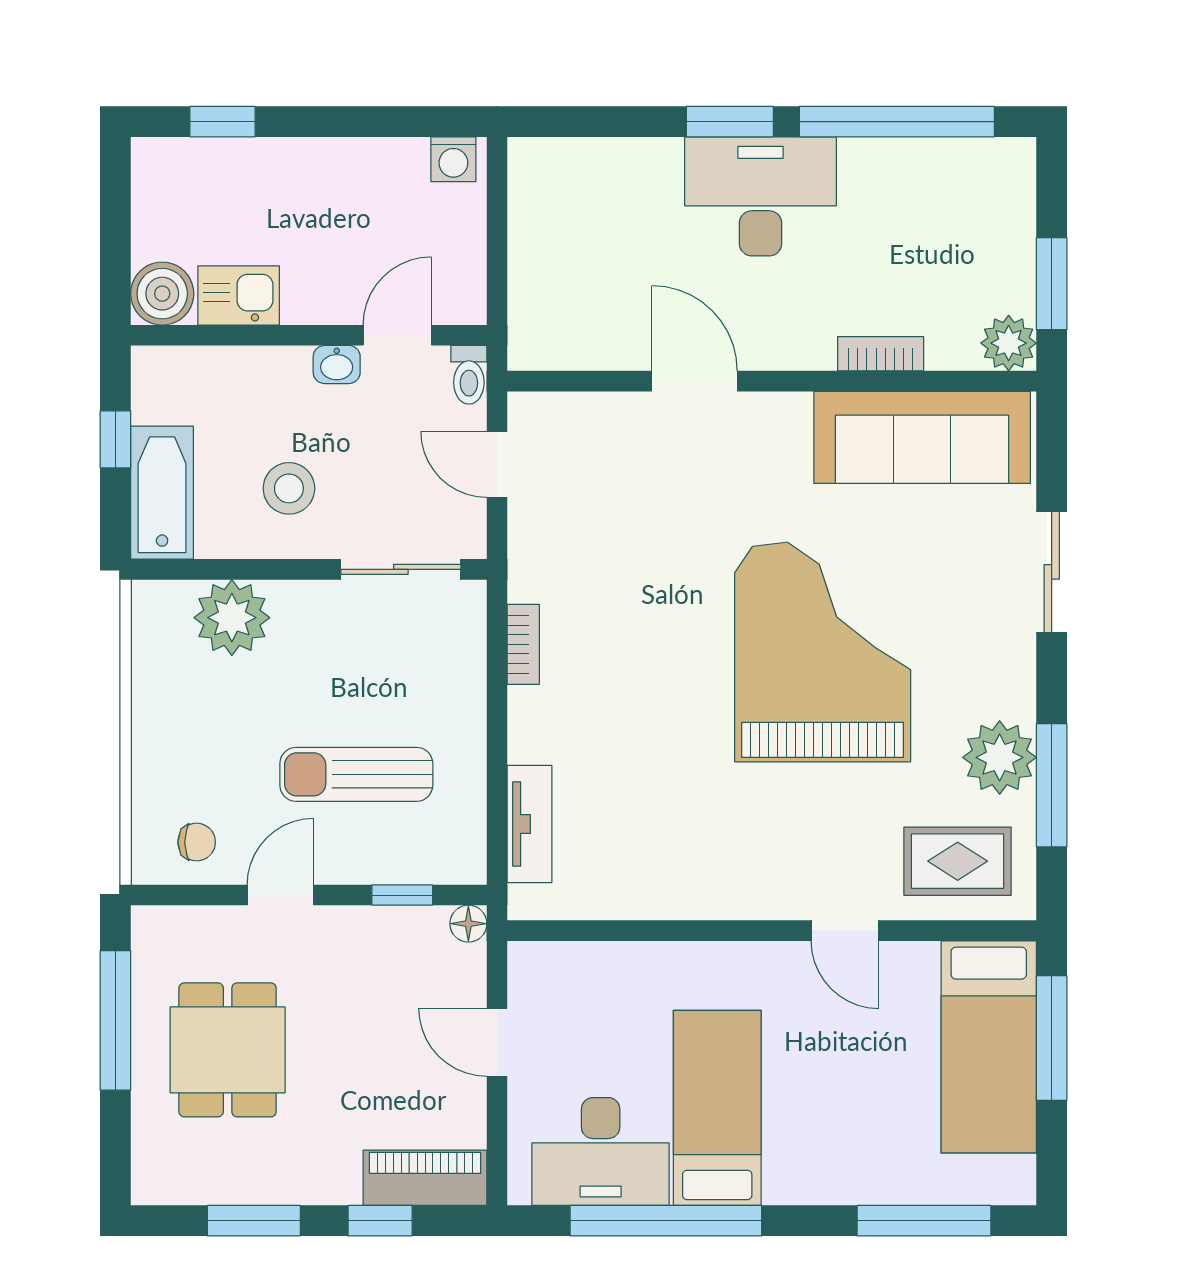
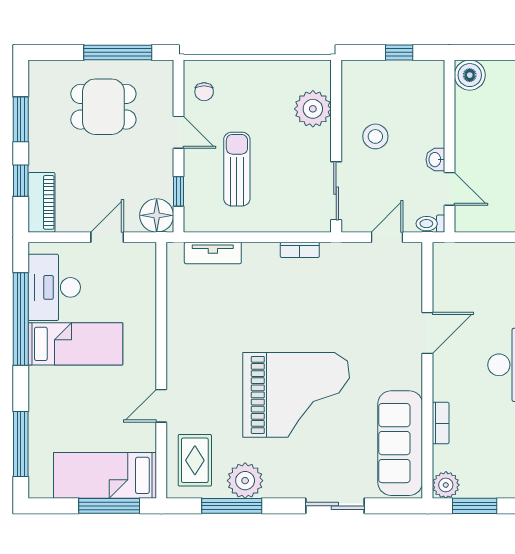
kitchen sink: (239, 296) -> (469, 112), removed
bathtub: (162, 493) -> (373, 75), removed
floor lamp: (468, 924) -> (157, 215), width x1.89, depth x1.89

